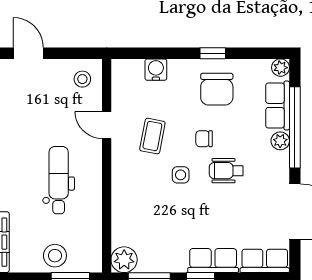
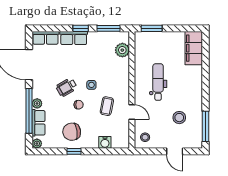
chair: (217, 89) -> (72, 132), turned -98
wheelchair: (226, 171) -> (67, 87), turned 150
dental chair: (59, 180) -> (158, 82), turned 180
stool: (55, 256) -> (179, 118), moved
plant: (124, 260) -> (122, 50), moved

